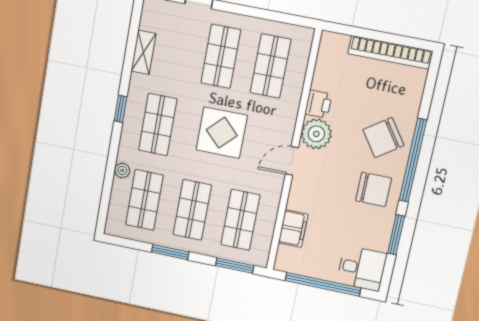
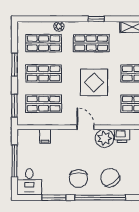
filing cabinet: (293, 229) -> (45, 136), width x0.50
window: (323, 284) -> (14, 161), width x0.68

